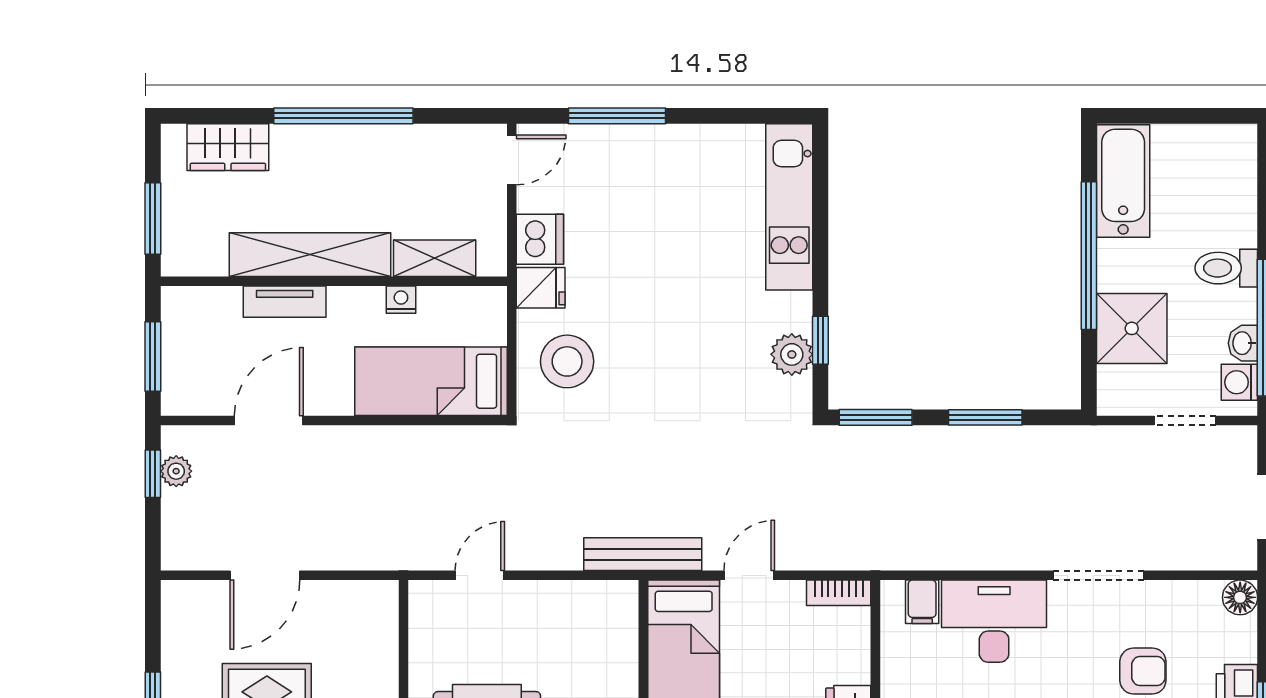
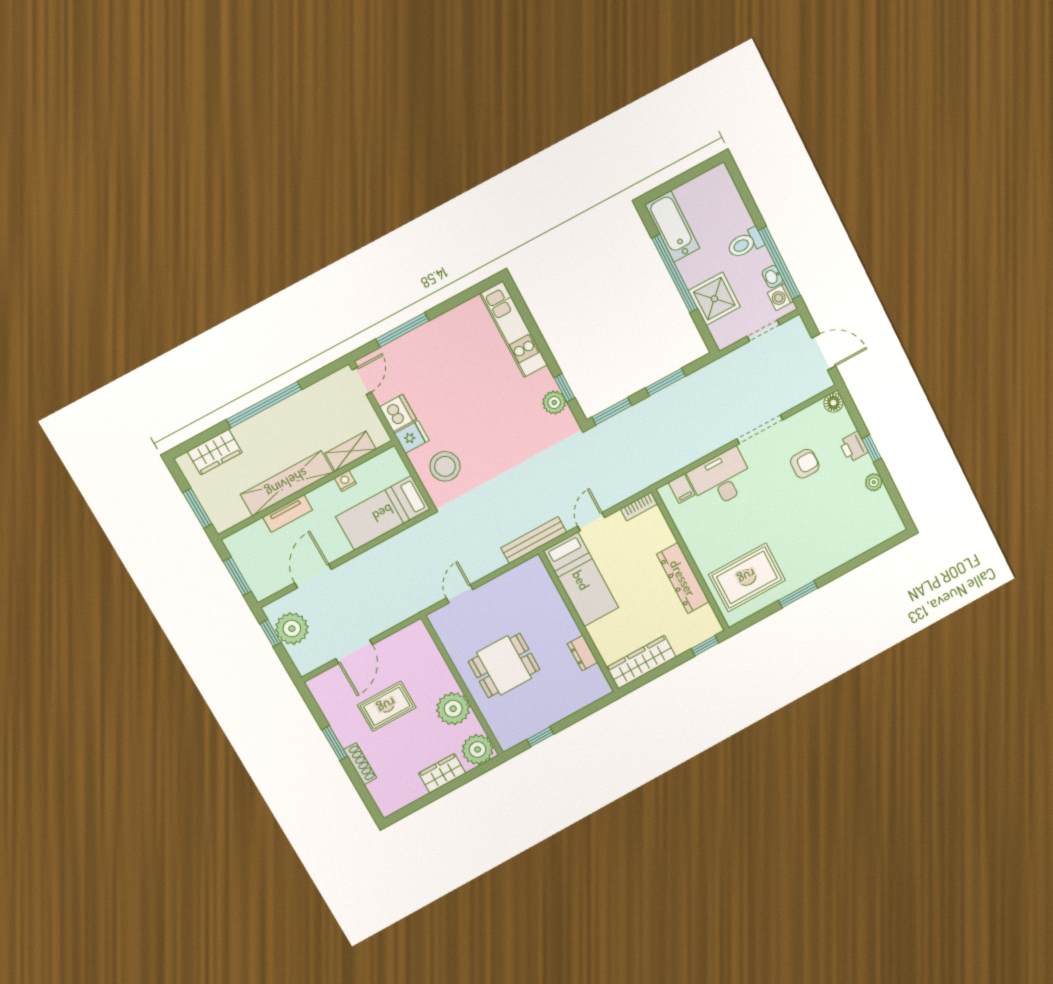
plant: (176, 471) -> (292, 629), width x1.88, depth x1.88

